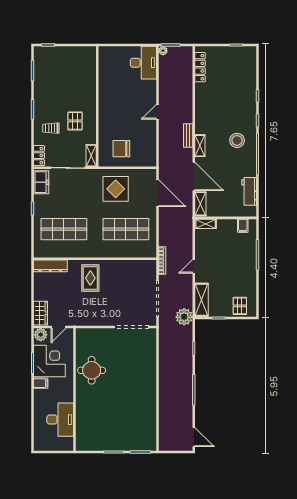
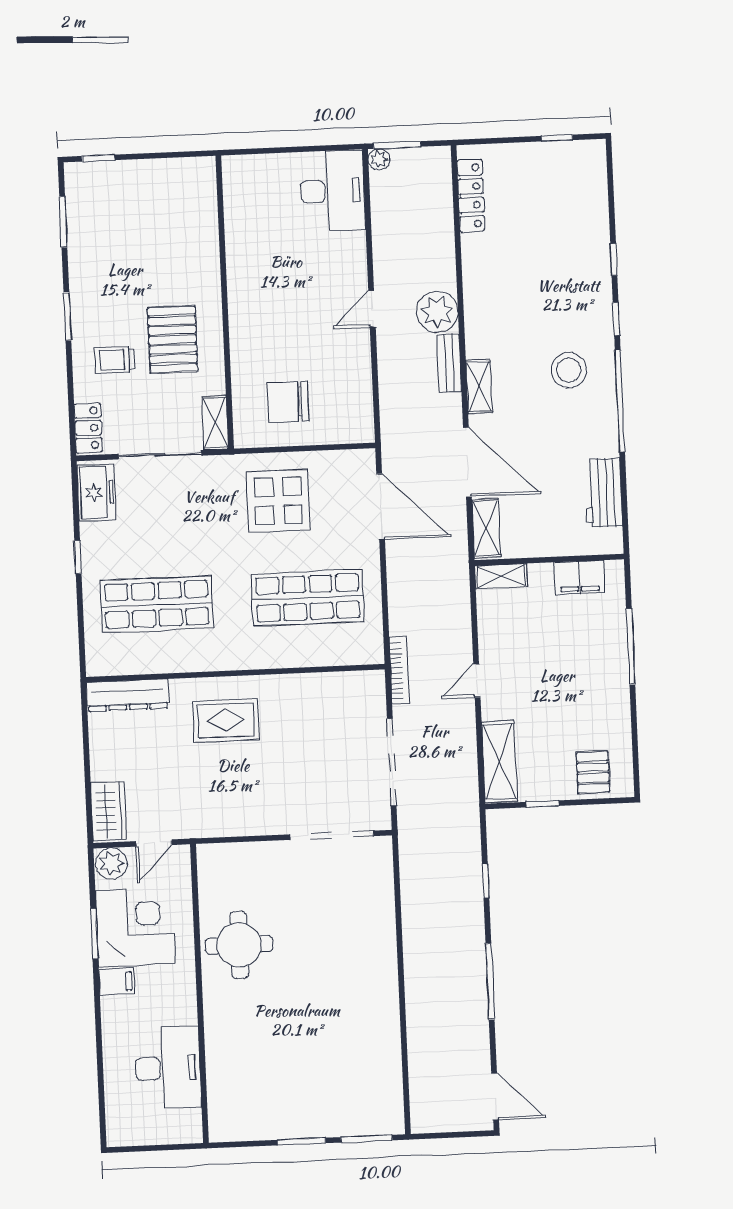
pallet: (75, 121) -> (173, 340), width x1.50, depth x1.42
filing cabinet: (243, 226) -> (579, 578), width x2.00
rug: (90, 278) -> (226, 721), turned 90
plant: (184, 317) -> (437, 312), moved

